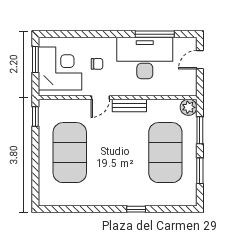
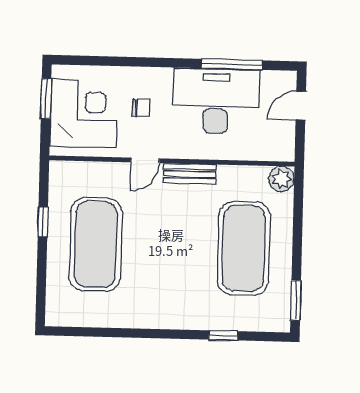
window: (35, 116) -> (43, 222), moved
window: (200, 130) -> (298, 215), removed
window: (200, 171) -> (296, 300), moved
window: (136, 209) -> (223, 335), moved

